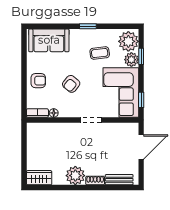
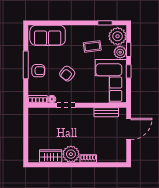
window: (88, 26) -> (105, 23), moved
window: (24, 74) -> (26, 65), added
window: (141, 100) -> (129, 71), moved
doorway: (91, 120) -> (66, 105), moved
wardrobe: (39, 178) -> (51, 156), moved
bench: (119, 180) -> (106, 112), moved

